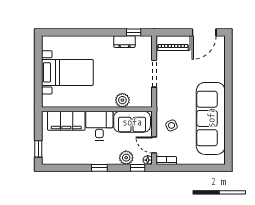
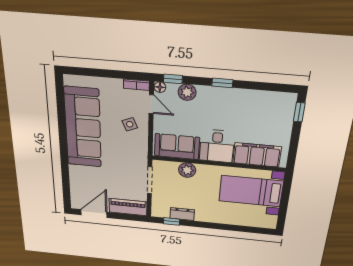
plant: (122, 100) -> (187, 170), moved
wall: (97, 109) -> (218, 164), moved
filing cabinet: (66, 121) -> (257, 155), moved
sofa: (132, 122) -> (177, 147), moved
desk: (99, 126) -> (217, 146), moved

